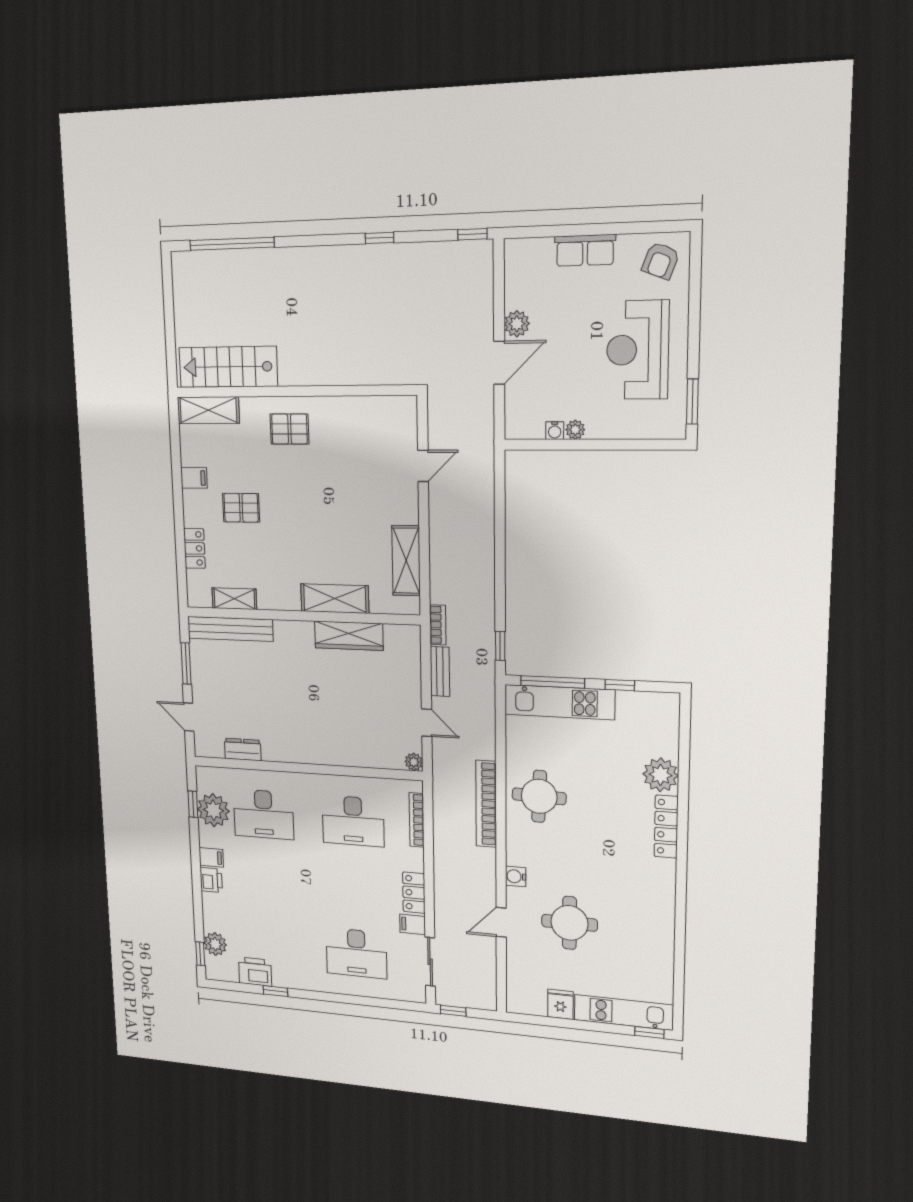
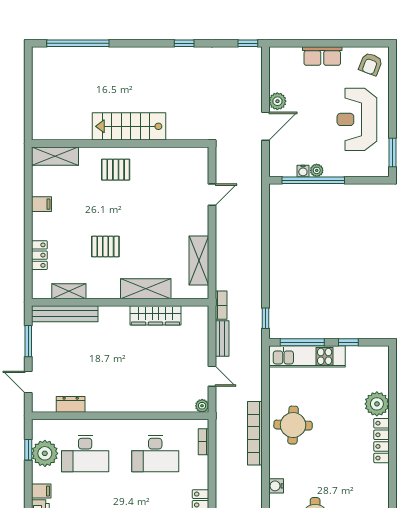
stairs: (228, 367) -> (129, 126), moved
window: (570, 445) -> (313, 180), added
pallet: (241, 508) -> (105, 246), moved
bookcase: (417, 820) -> (203, 442), width x0.64

